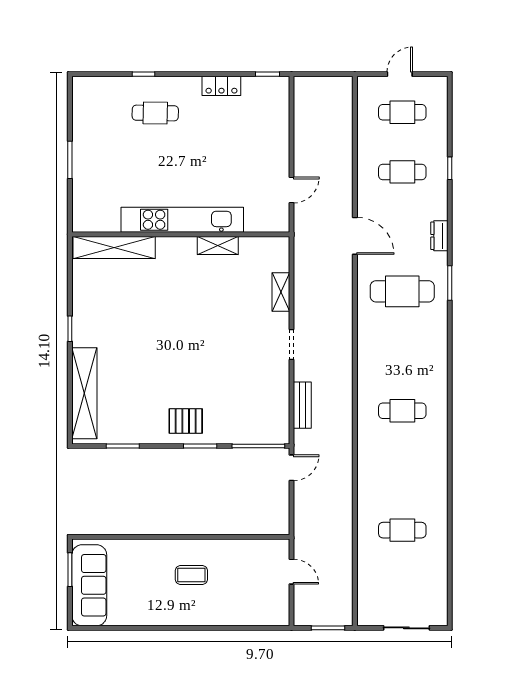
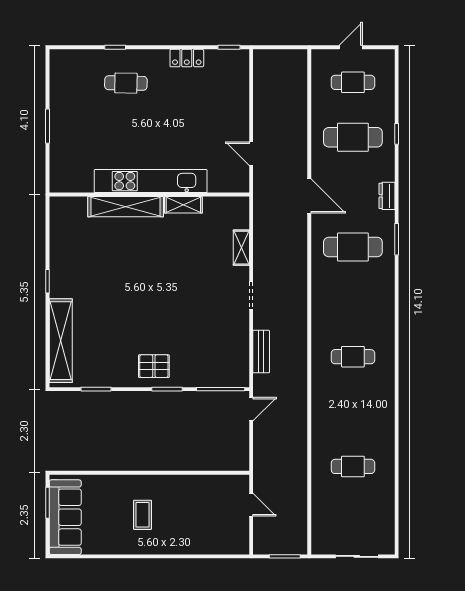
cafe table: (402, 172) -> (353, 137), width x1.37, depth x1.35
door: (291, 190) -> (251, 154), swing flipped
shelving: (114, 248) -> (126, 207), moved
coffee table: (191, 575) -> (143, 515), moved, turned 90

